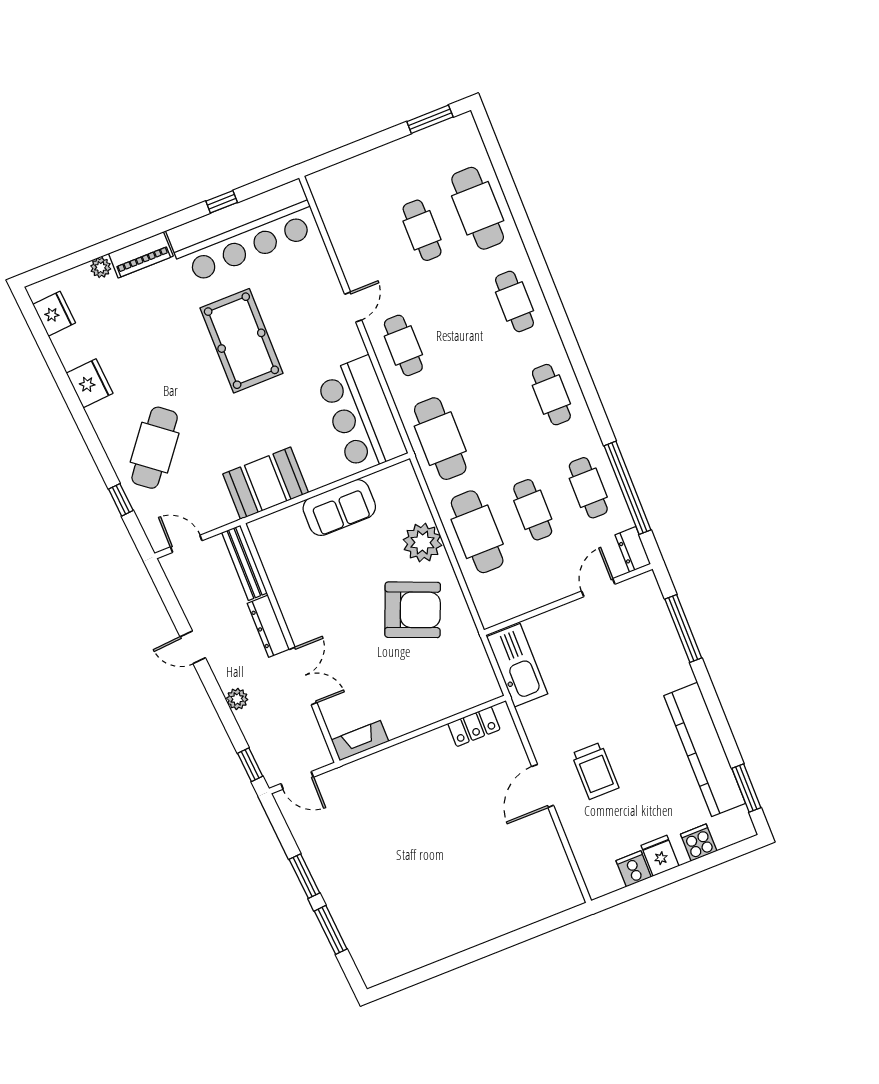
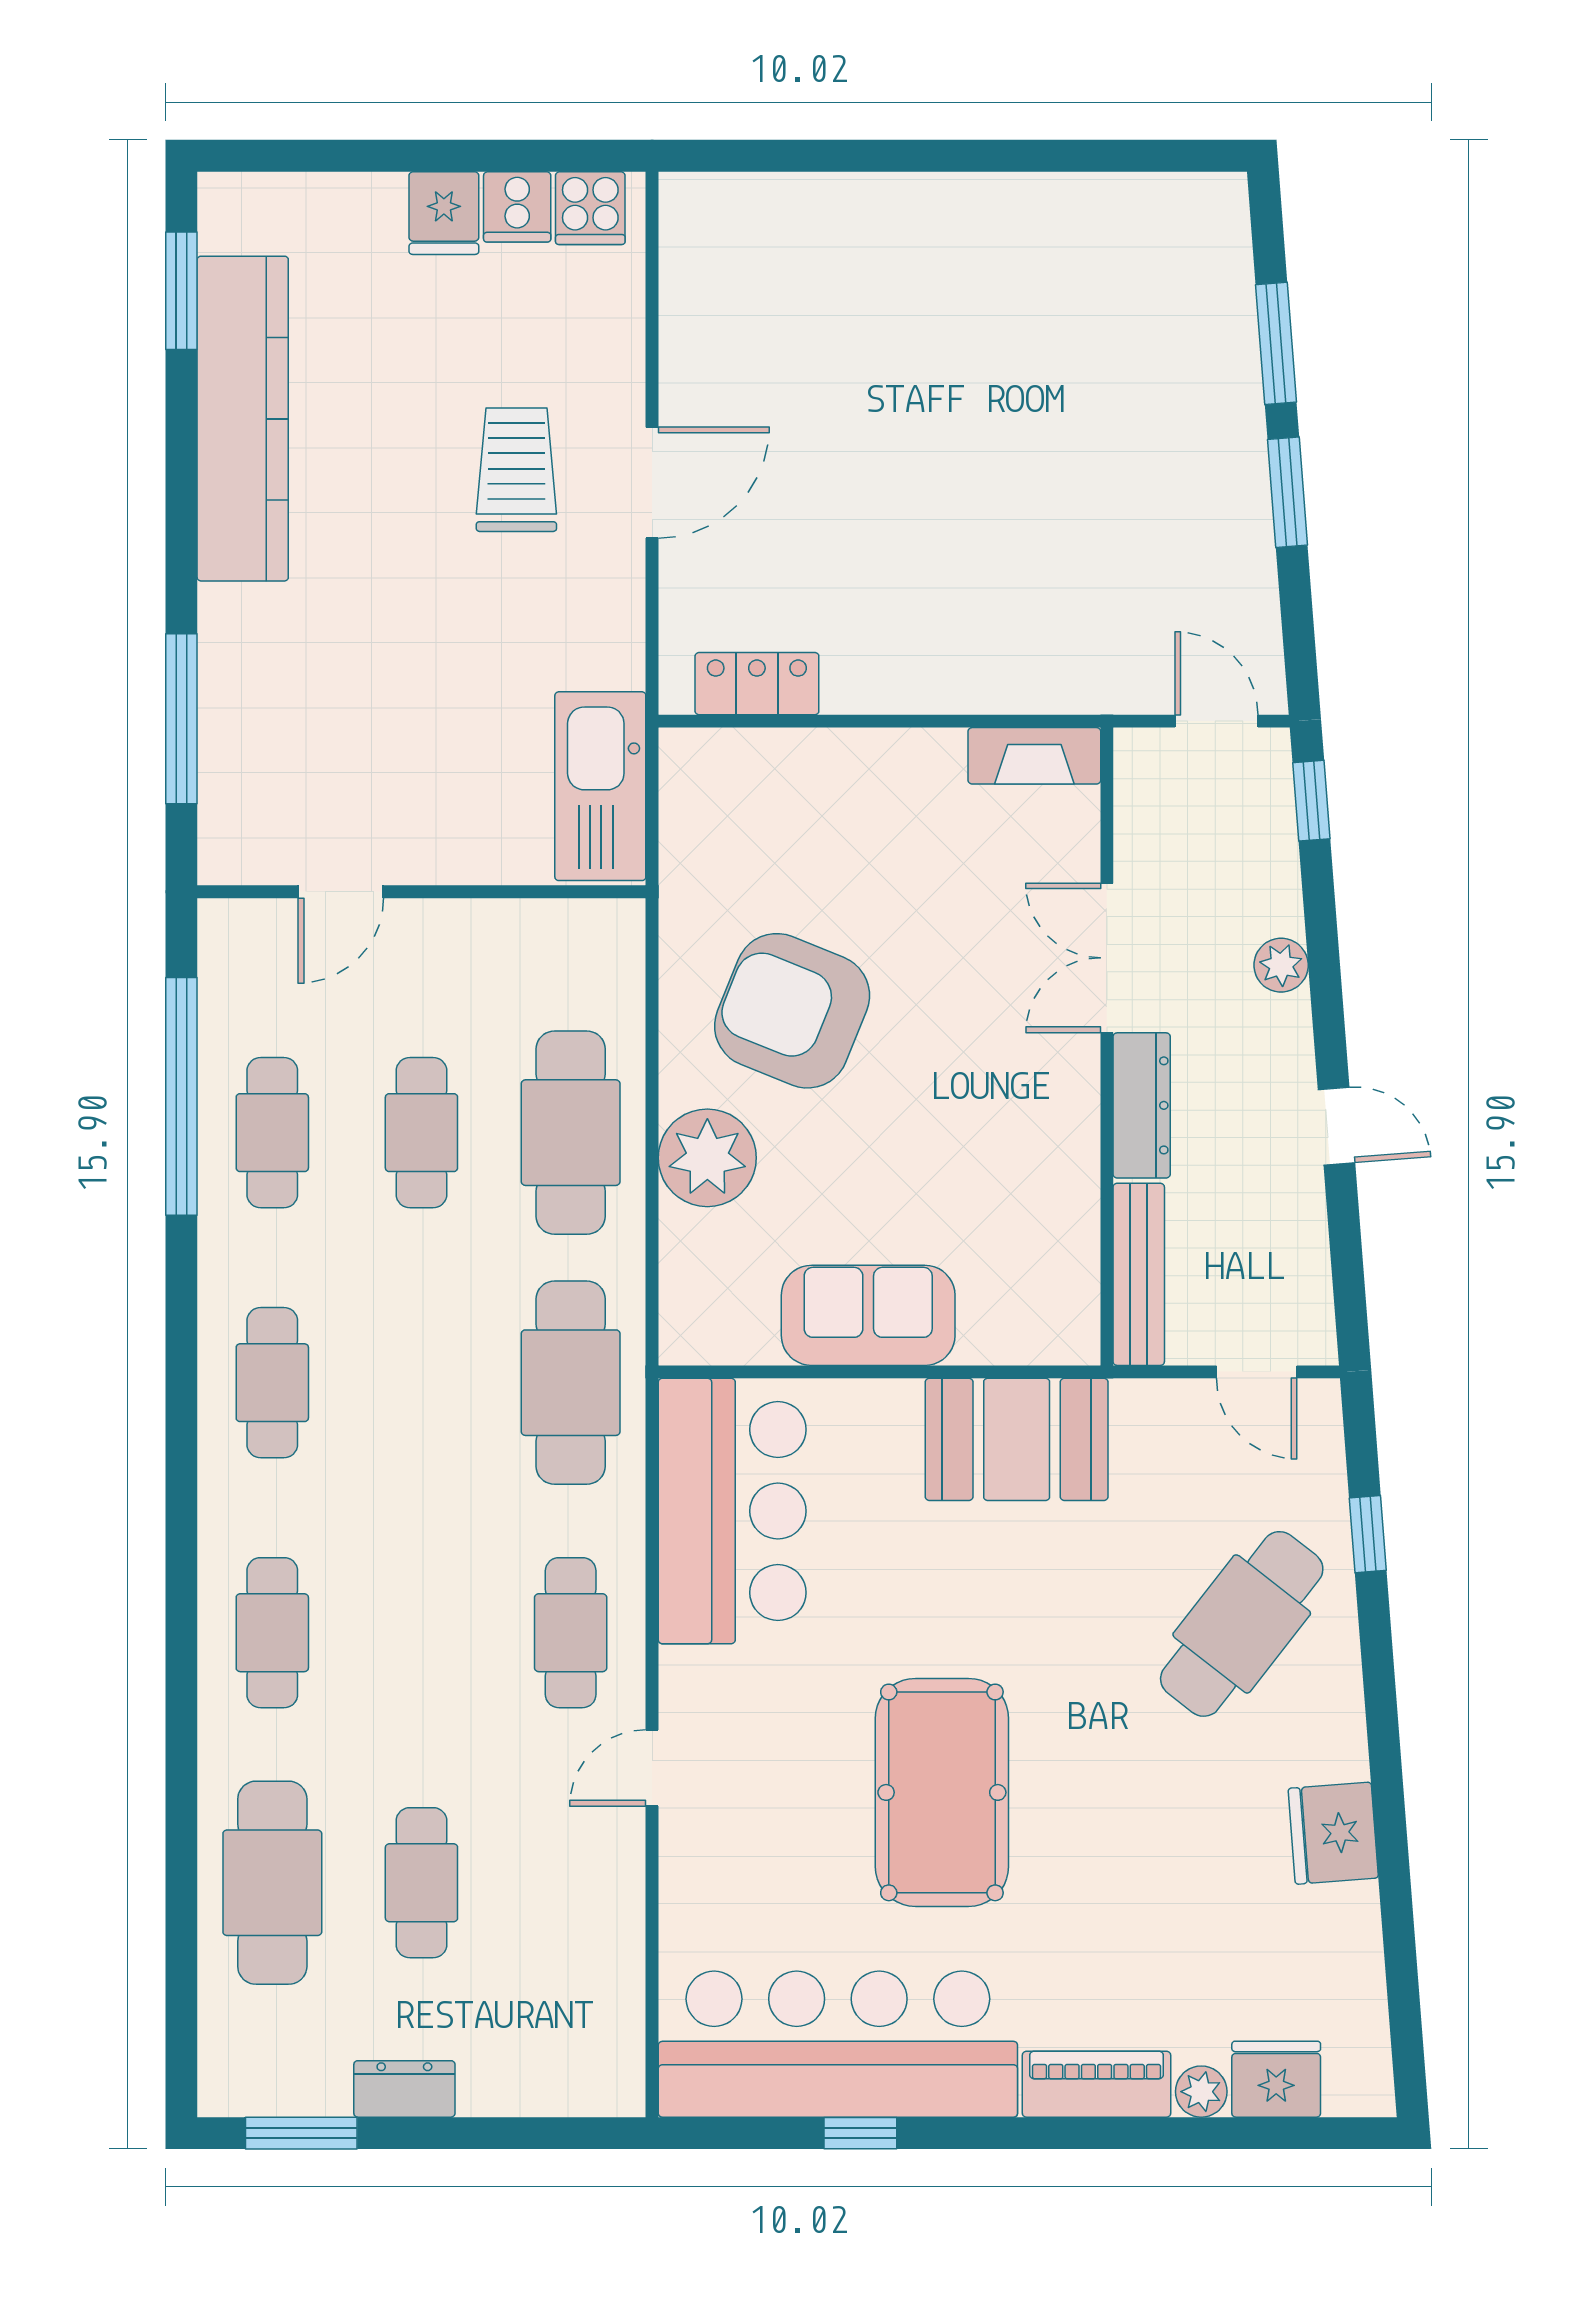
fridge: (54, 314) -> (1276, 2079), moved, turned 94
dresser: (633, 549) -> (404, 2089), moved, turned -90
cooker: (699, 843) -> (590, 208), moved

